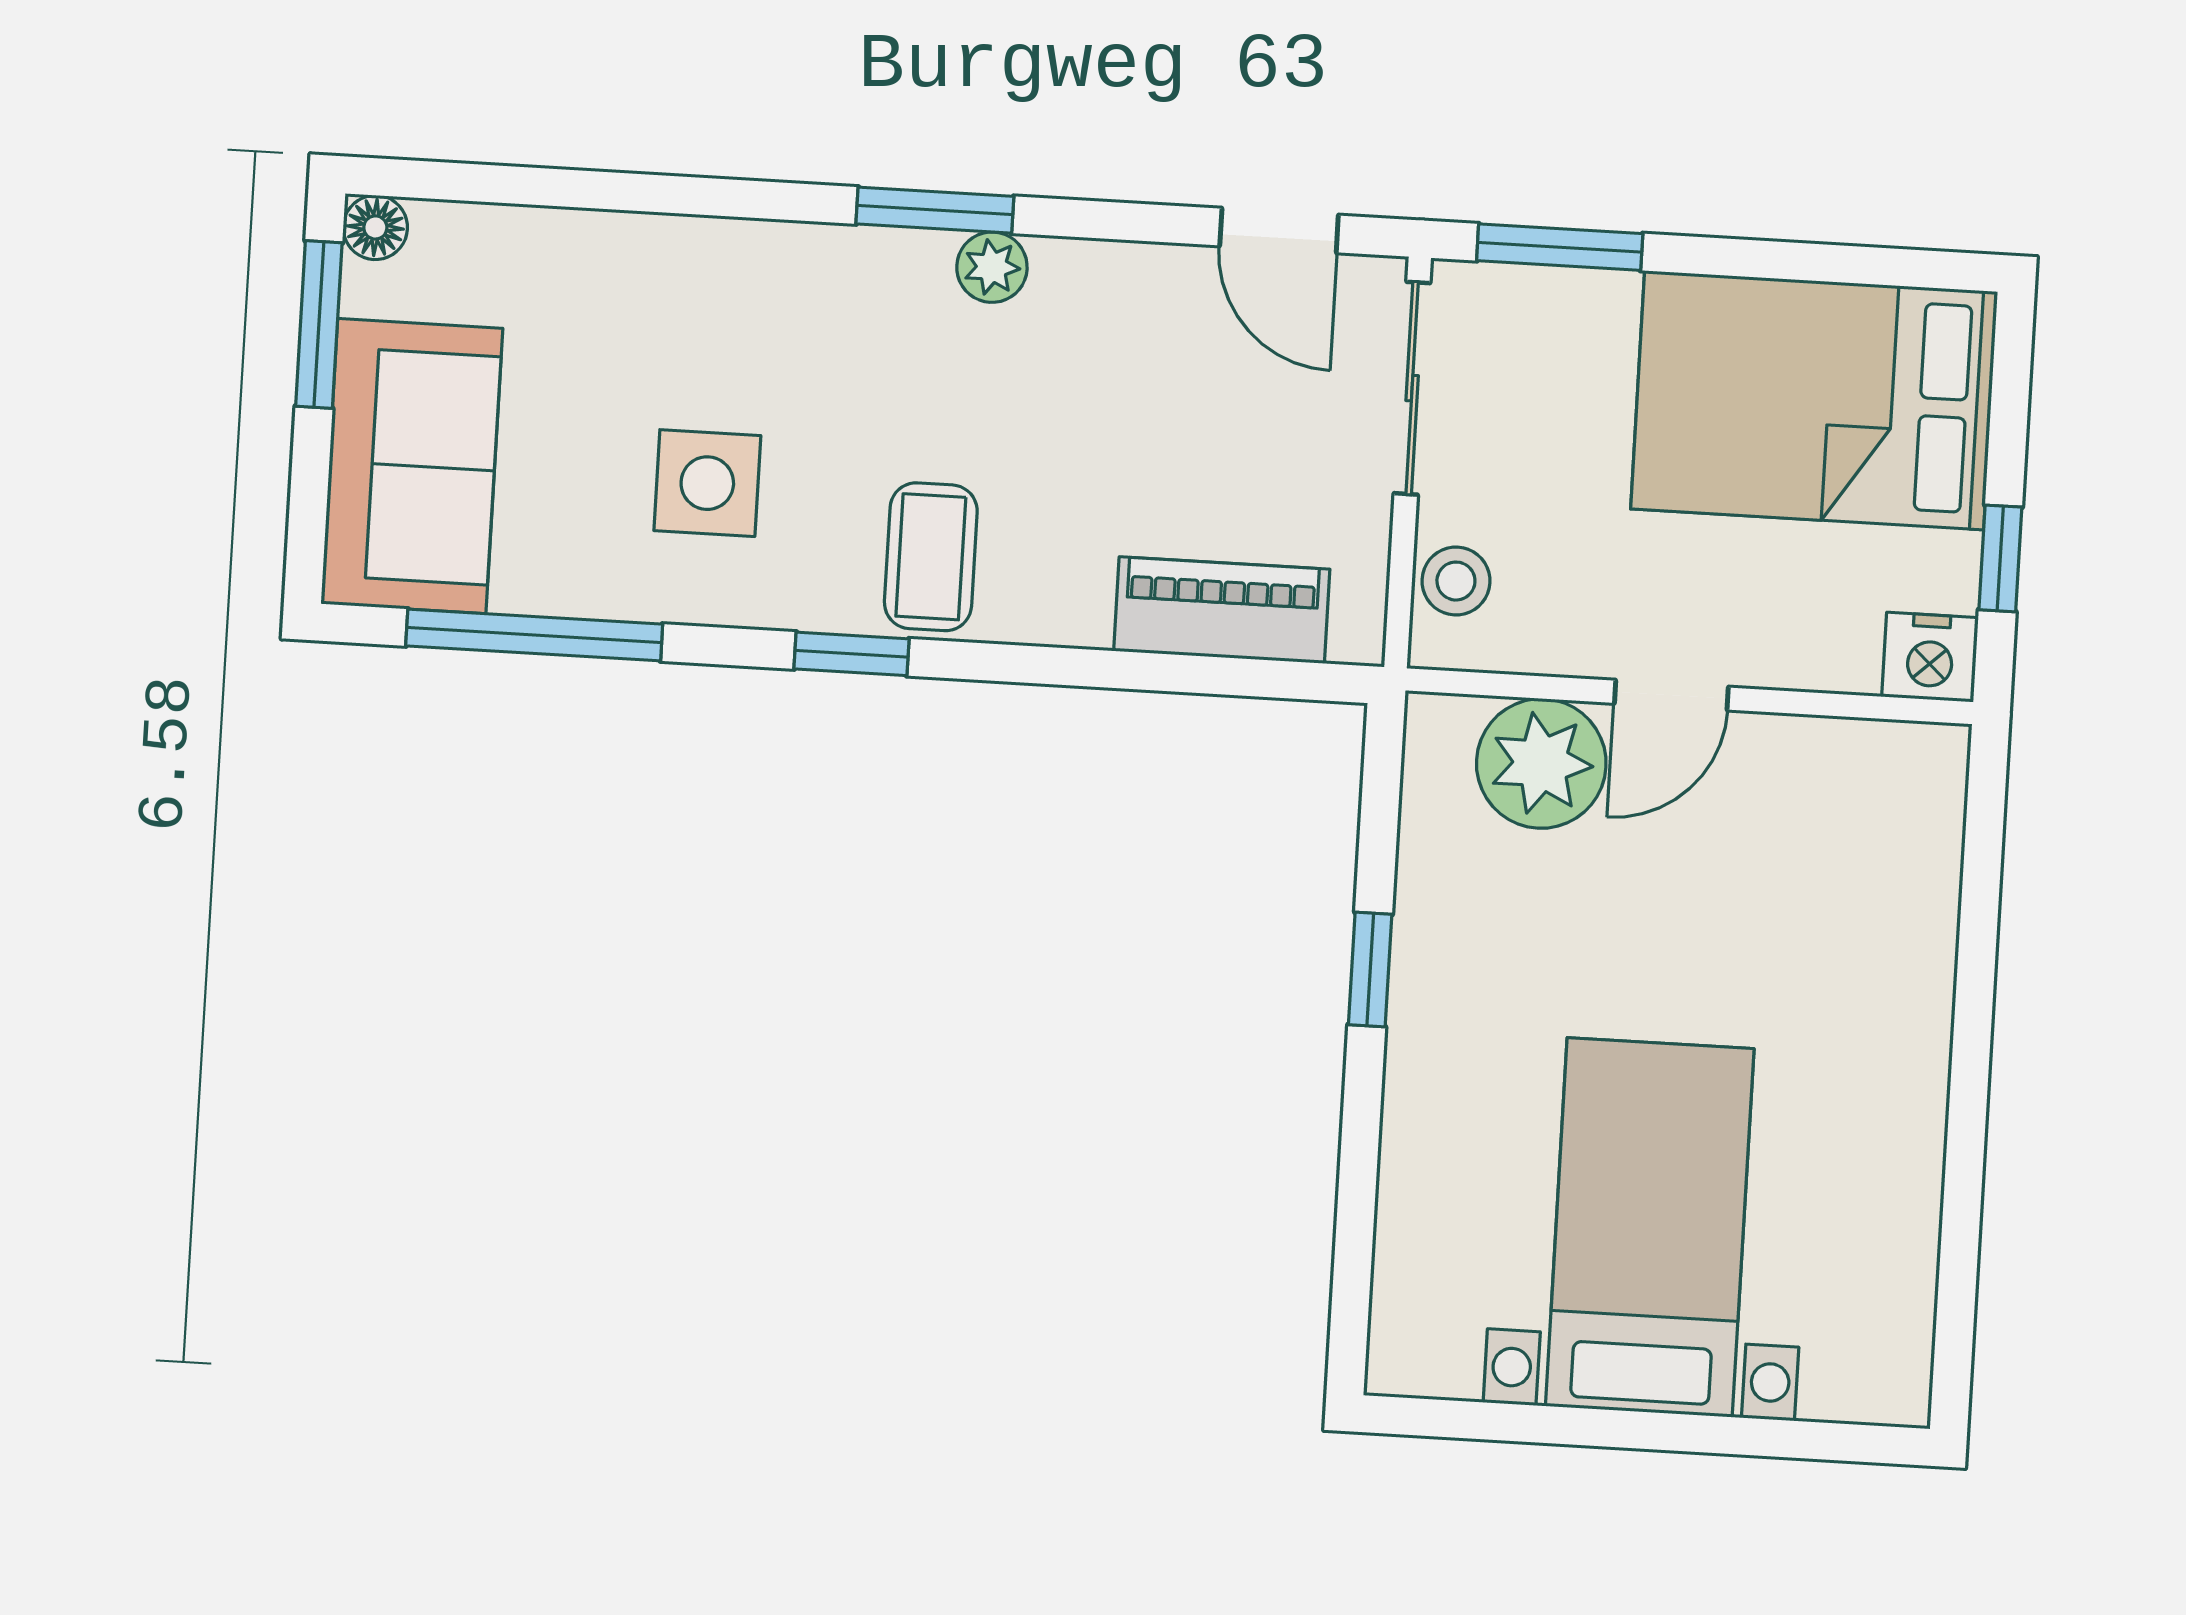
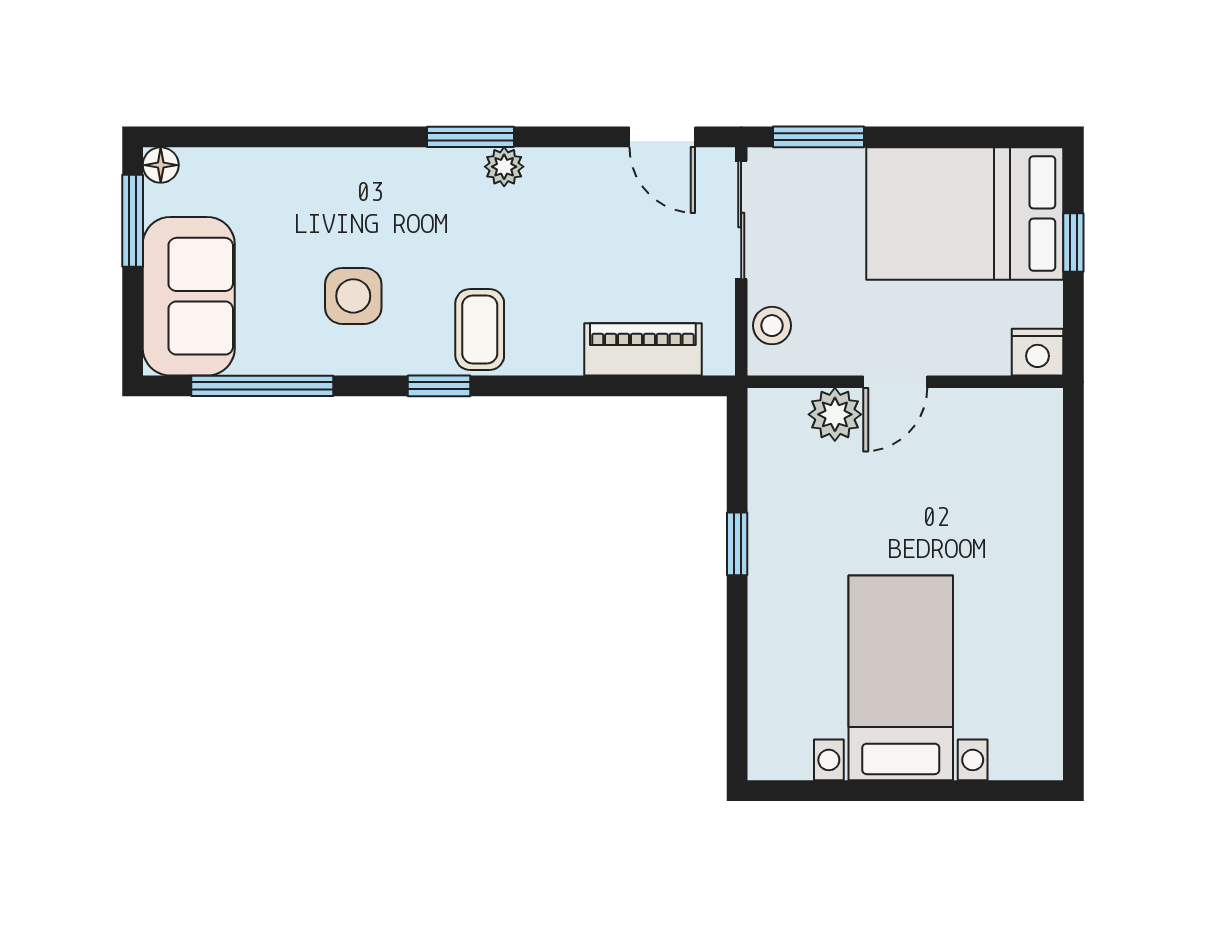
window: (2000, 558) -> (1073, 243), moved
plant: (1541, 763) -> (835, 414), width x0.73, depth x0.73

